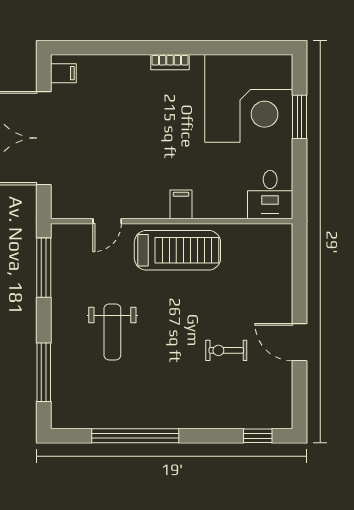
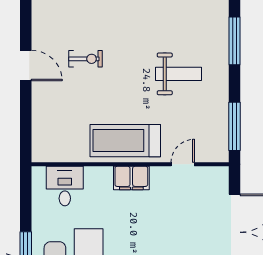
desk: (270, 195) -> (65, 186), moved
filing cabinet: (181, 204) -> (131, 178), width x2.00
weight bench: (112, 332) -> (178, 74), turned 90

